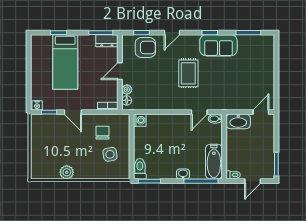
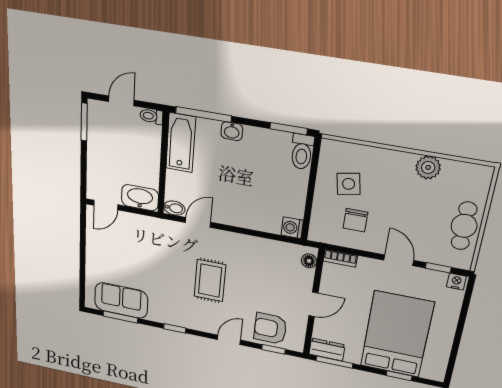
sofa: (218, 45) -> (121, 301), moved
bed: (65, 62) -> (397, 334), width x1.50
plant: (127, 90) -> (306, 276), removed
cafe table: (40, 141) -> (464, 226), added

